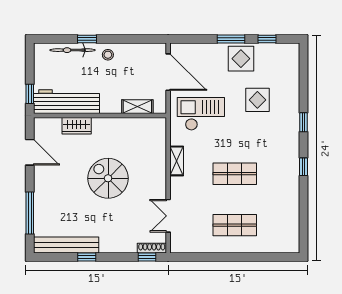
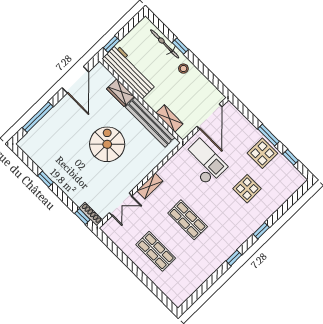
door: (30, 152) -> (75, 80), width x1.36
shelving: (177, 161) -> (150, 186), moved
double door: (168, 216) -> (121, 204), swing flipped
bench: (66, 245) -> (150, 122), moved

